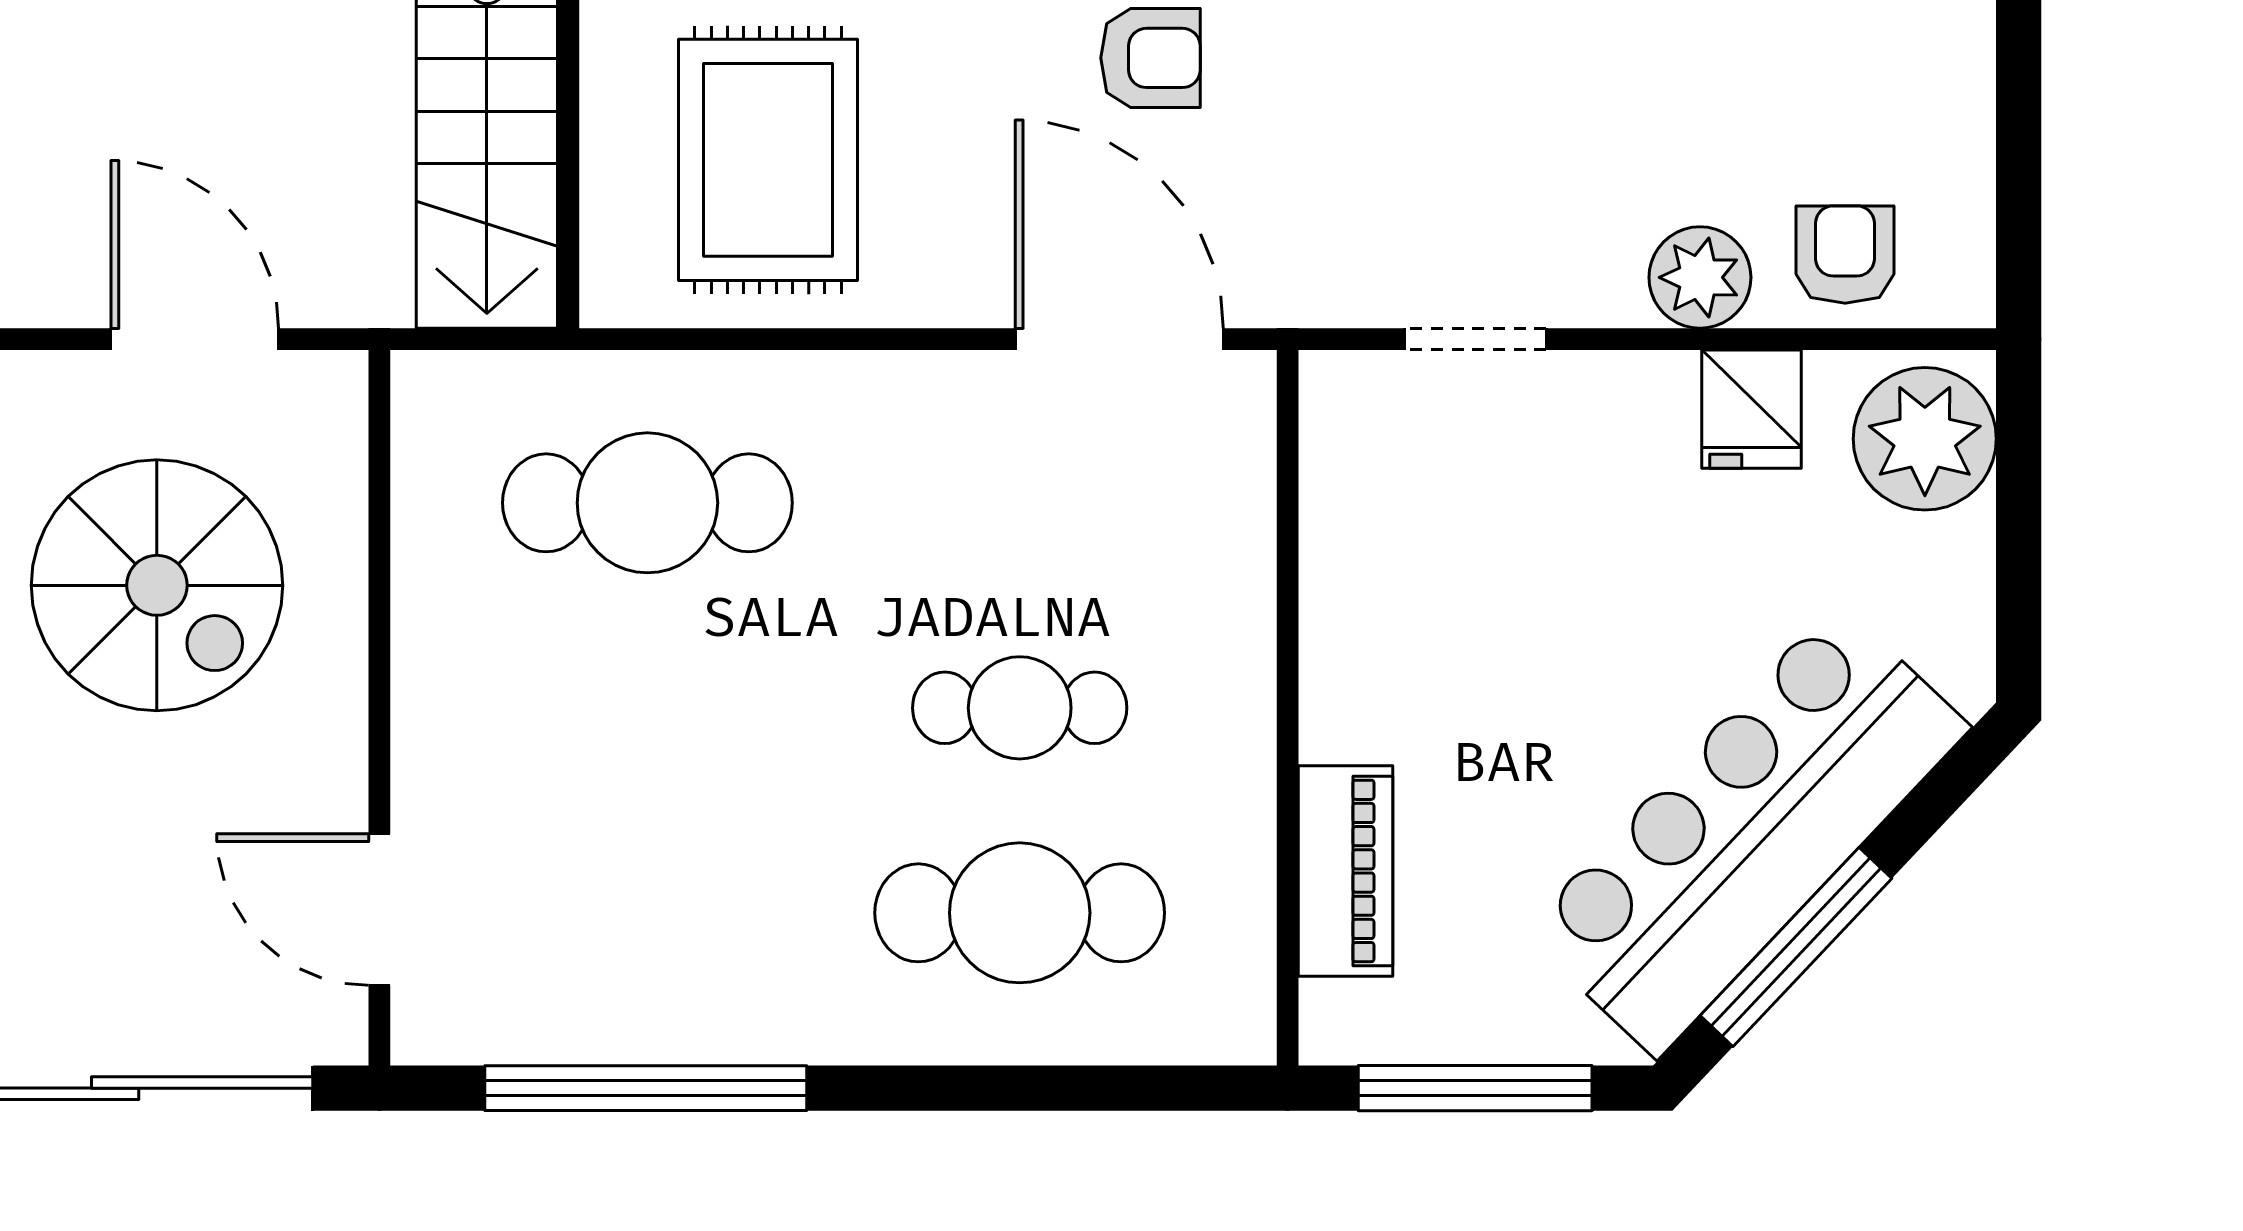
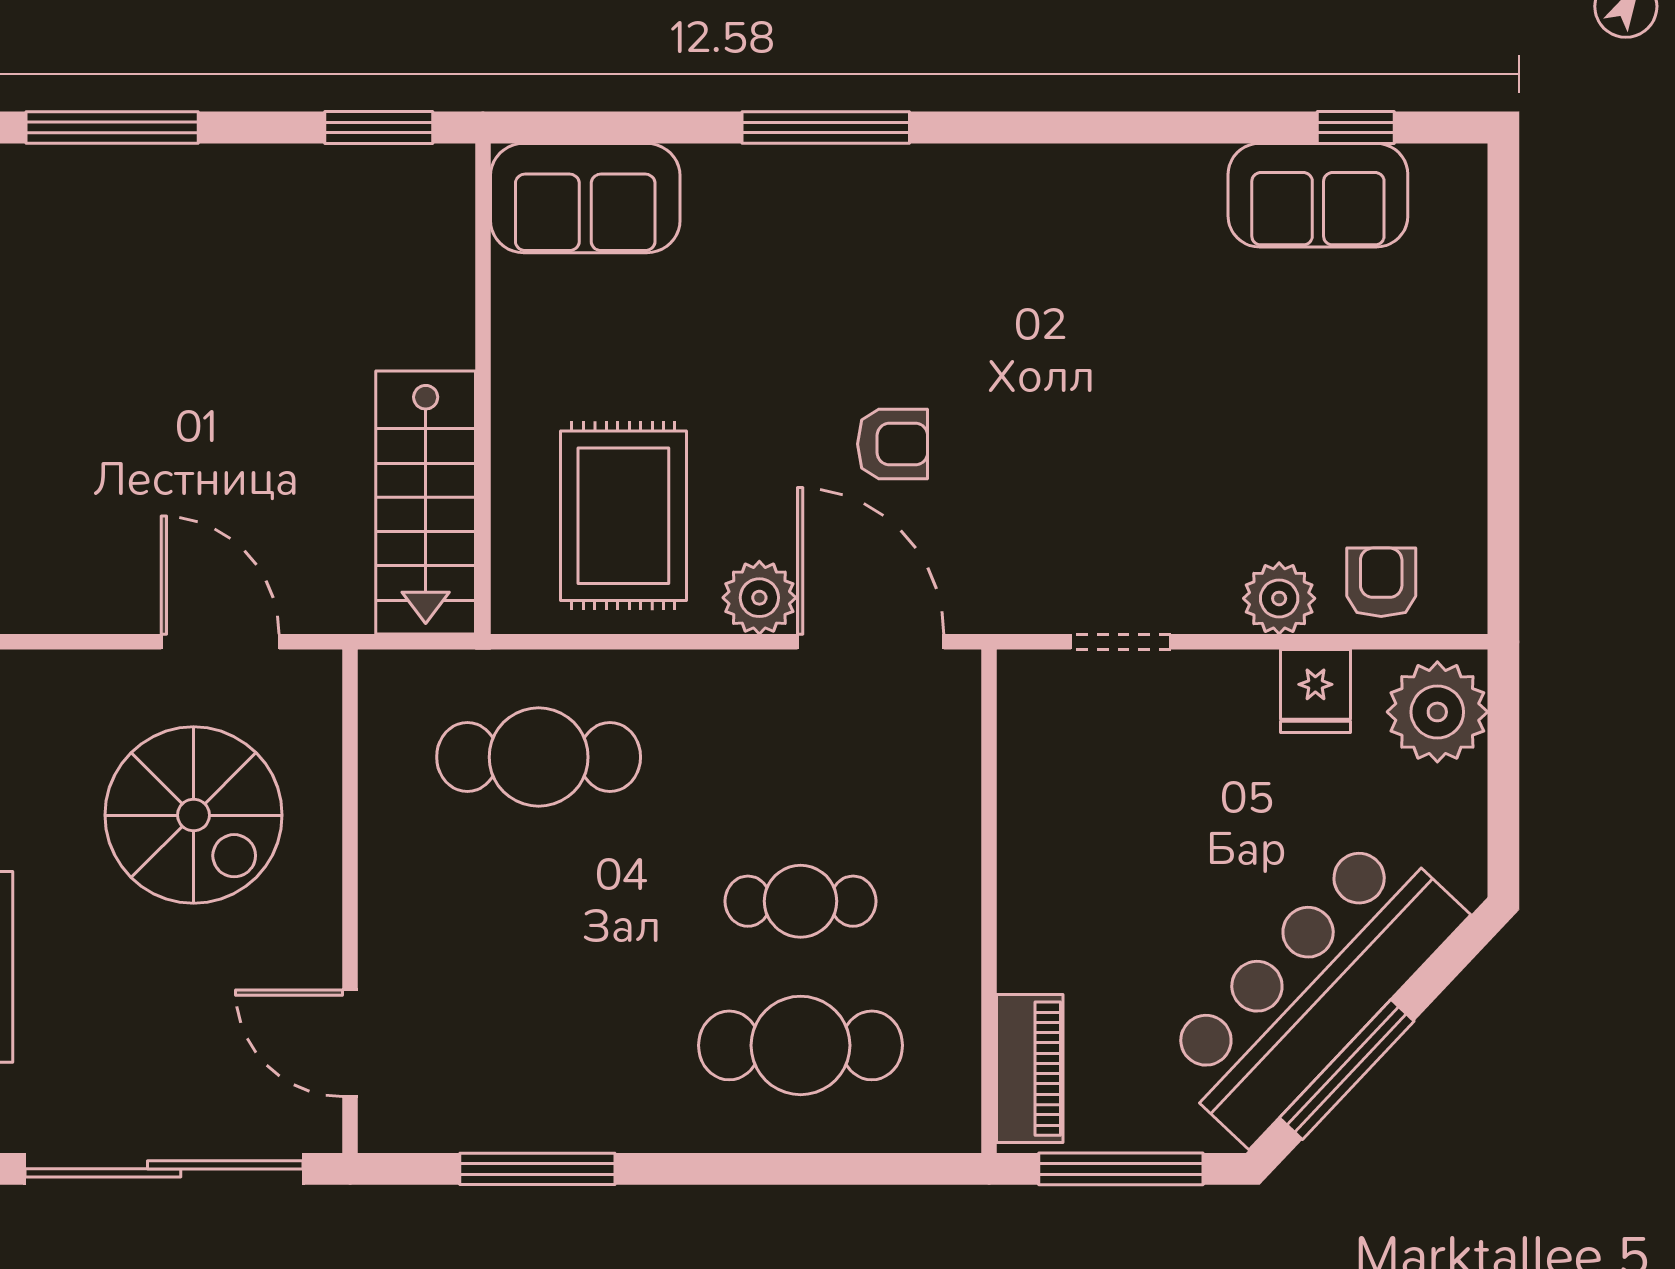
plant: (961, 276) -> (759, 598), added
piano: (1346, 871) -> (1030, 1069), moved
window: (646, 1088) -> (537, 1169), width x0.68

